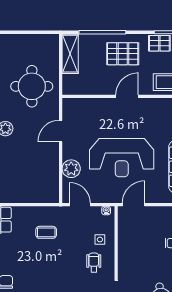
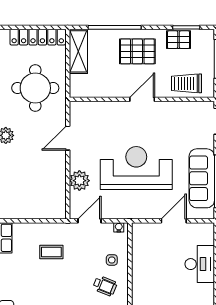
locker: (34, 41) -> (38, 37), added
reception desk: (122, 158) -> (136, 168), turned 180
door: (80, 205) -> (89, 221), hinge flipped
door: (134, 205) -> (174, 221), moved
wheelchair: (94, 263) -> (105, 286), turned 112

